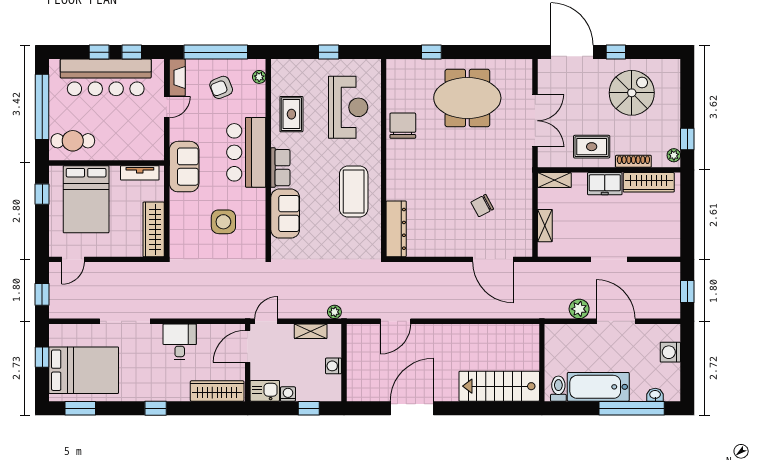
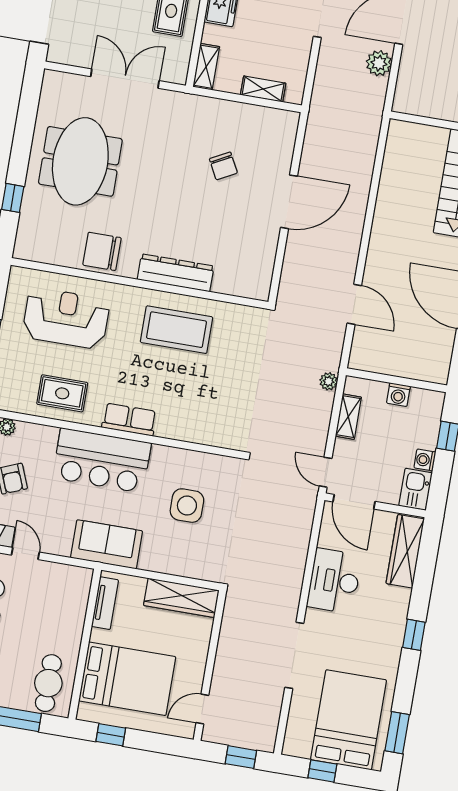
sofa: (285, 214) -> (190, 424), removed
dresser: (396, 229) -> (176, 273), moved
door: (73, 259) -> (202, 709), swing flipped
door: (493, 259) -> (289, 202), moved
desk: (180, 342) -> (334, 581), width x1.37

